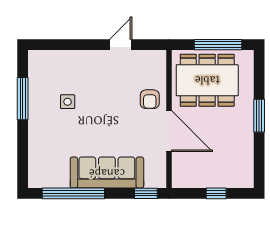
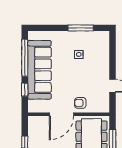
sofa: (107, 173) -> (39, 70), width x1.36, depth x1.27
window: (146, 193) -> (25, 90), moved

